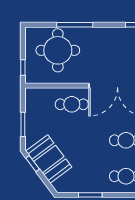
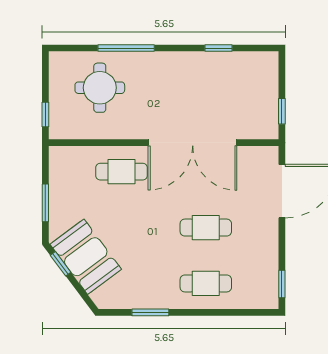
round table: (58, 50) -> (100, 88), width x0.73, depth x0.73

